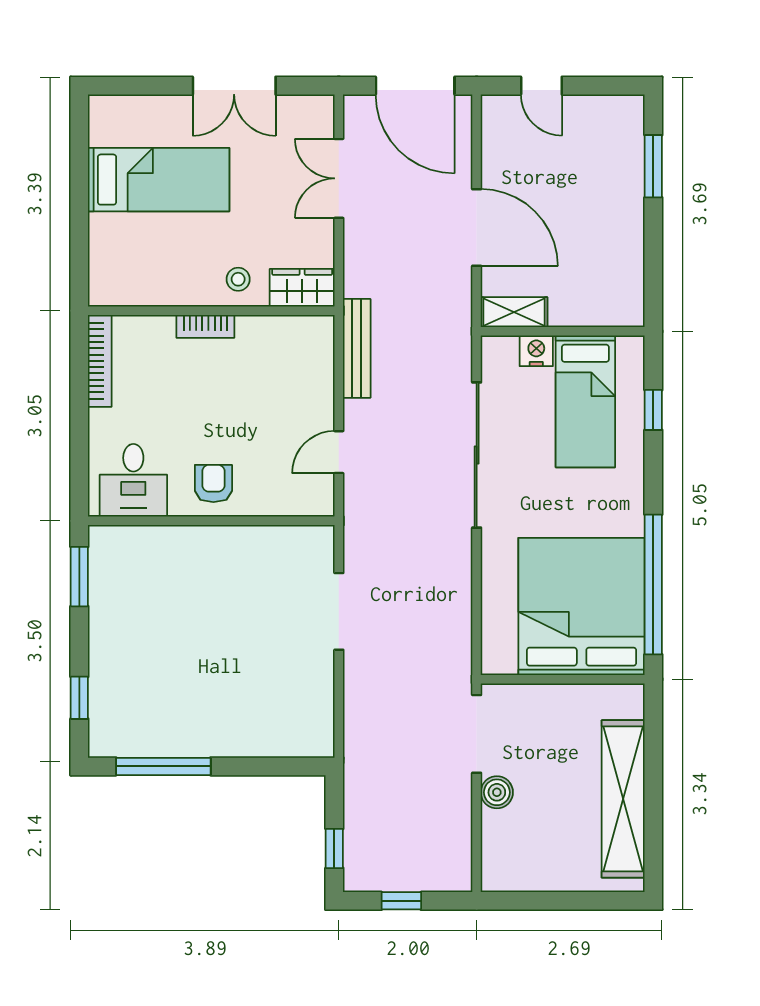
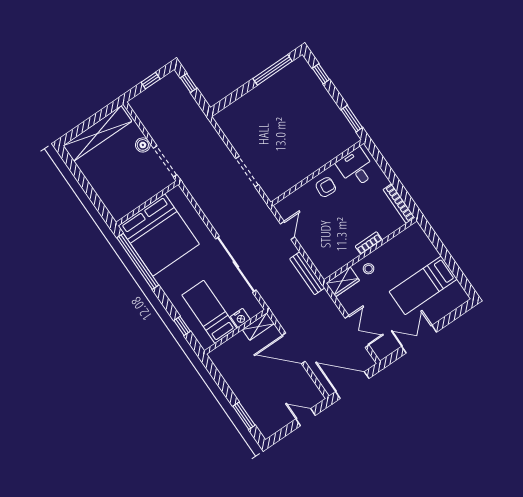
armchair: (213, 483) -> (326, 187), turned -85
shelving: (623, 799) -> (97, 134), moved, turned 90

